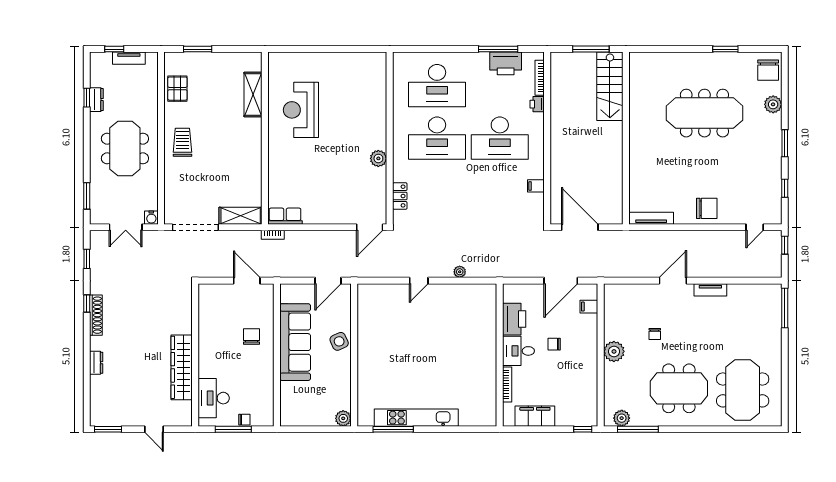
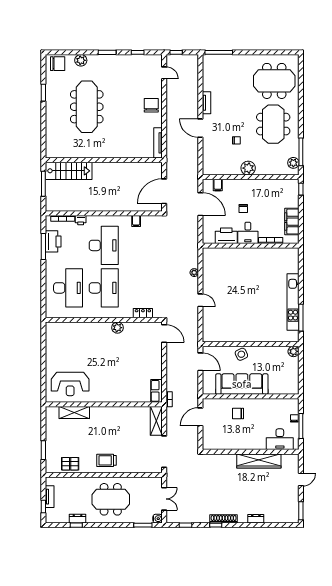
reception desk: (301, 110) -> (70, 384), moved
water cooler: (151, 218) -> (158, 519), moved

